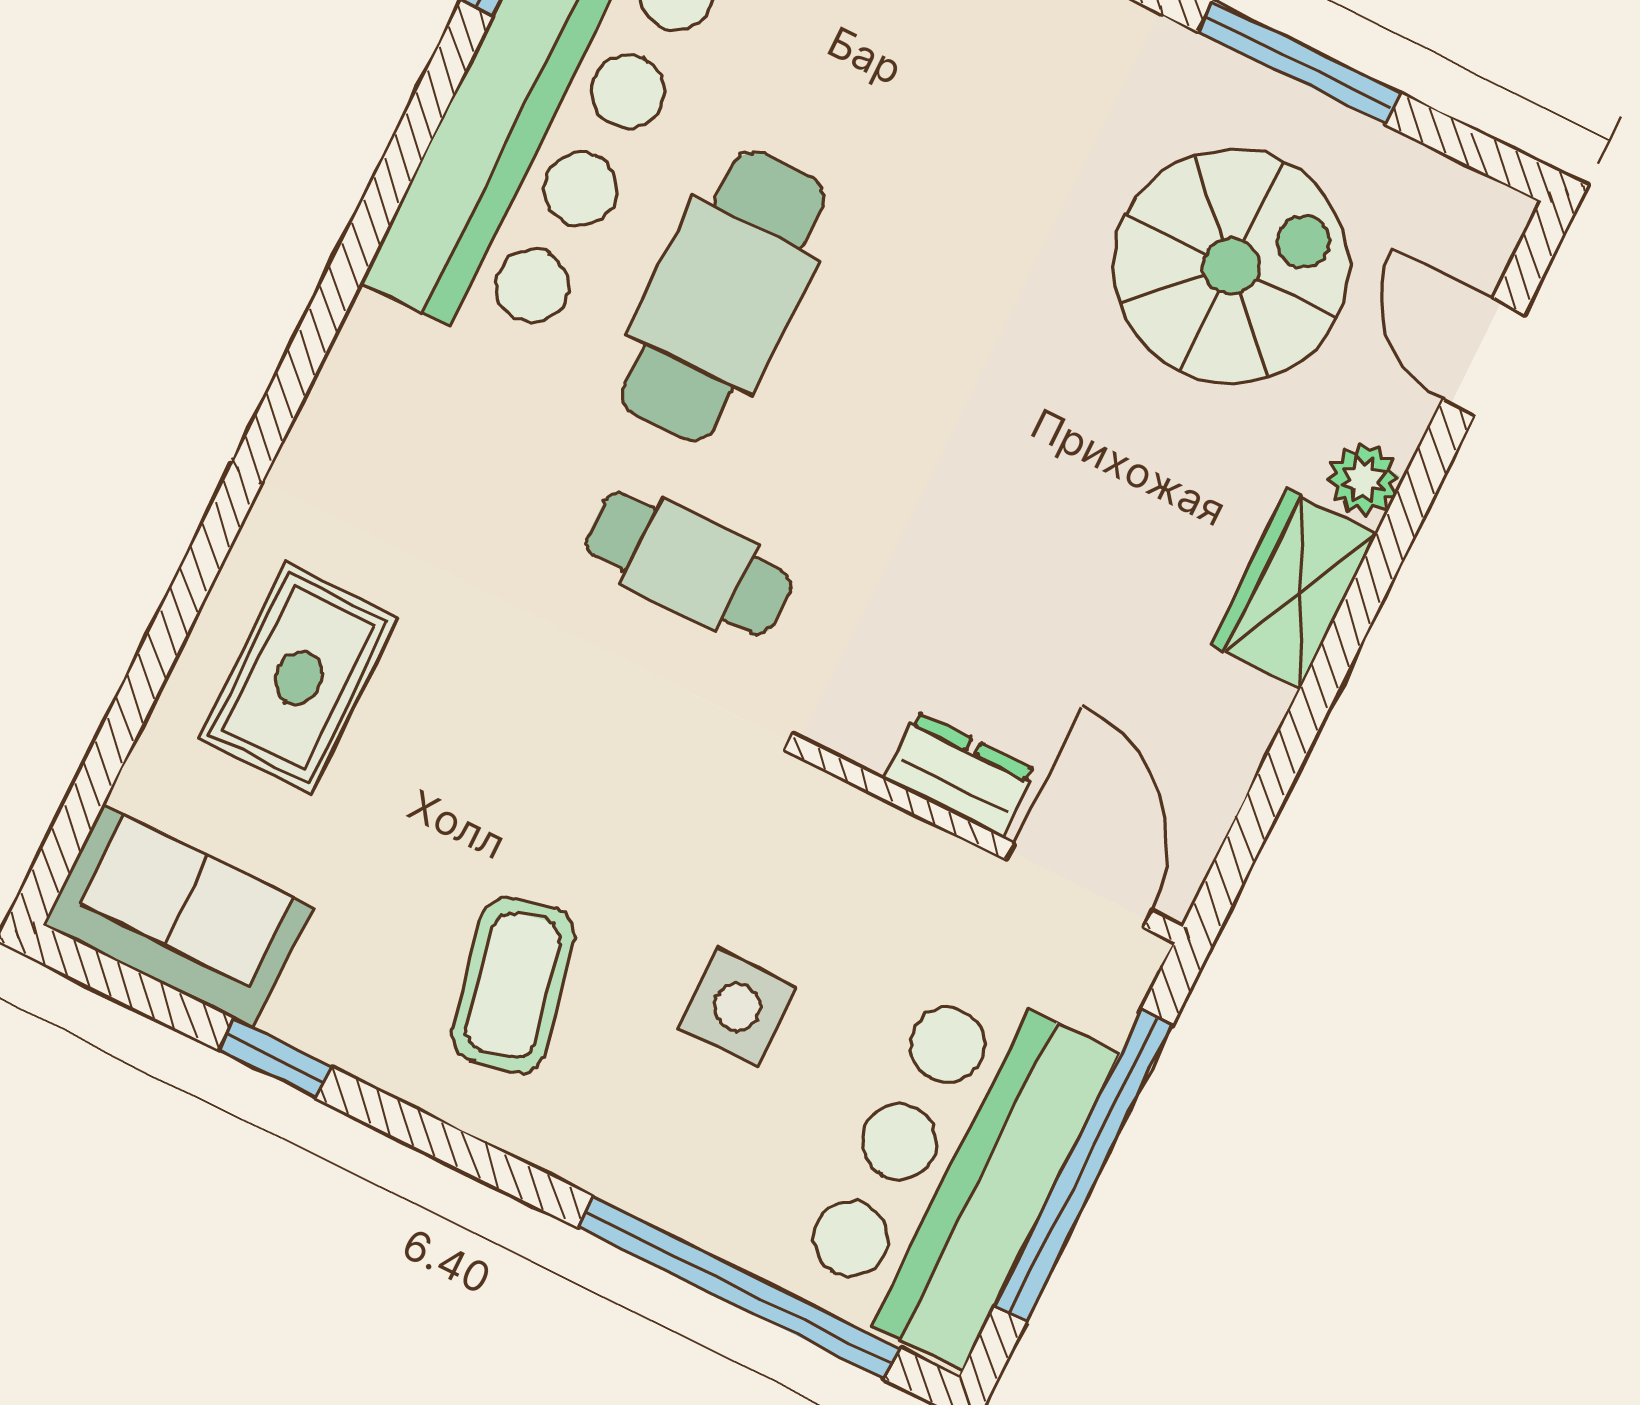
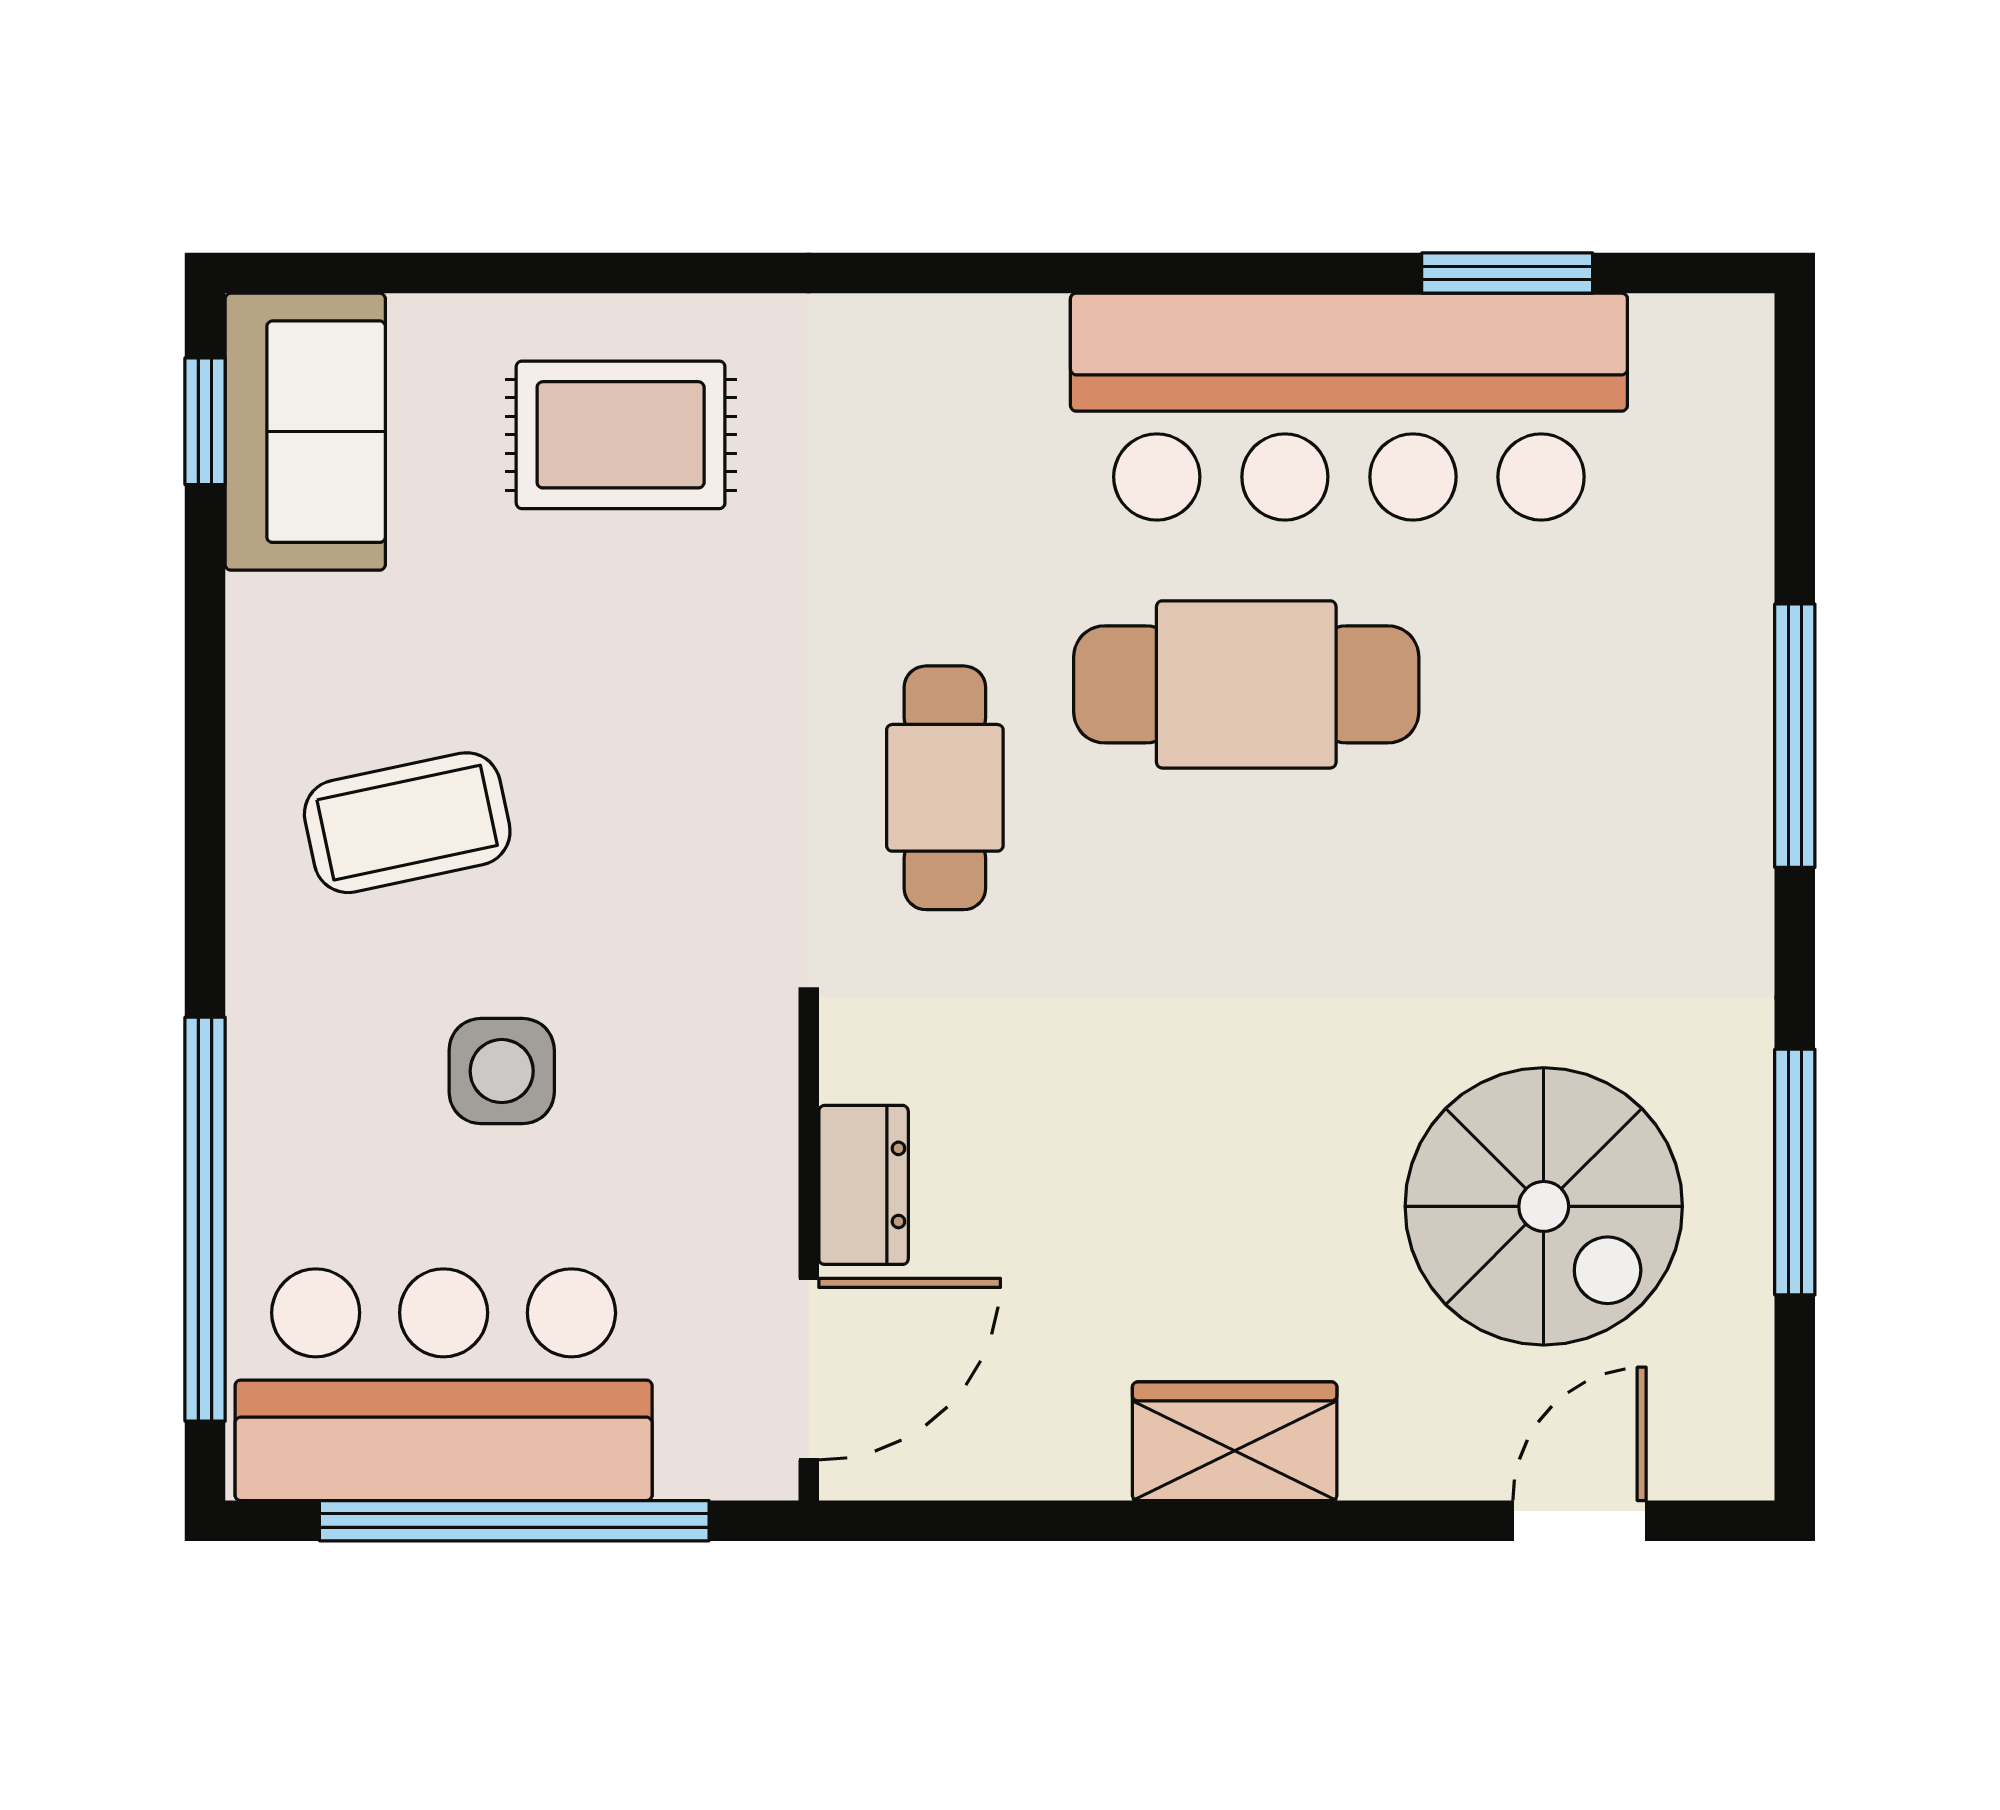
plant: (1364, 479) -> (1388, 1458), removed
window: (275, 1058) -> (205, 421), moved

